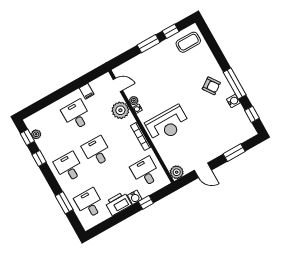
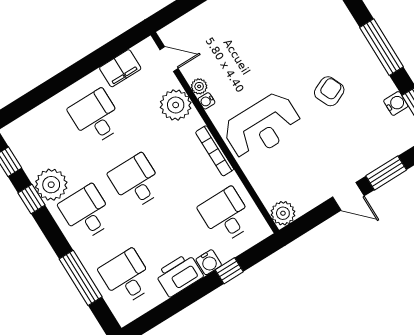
armchair: (211, 86) -> (329, 91), moved, turned -79
filing cabinet: (87, 91) -> (120, 68), width x2.00
water cooler: (233, 101) -> (396, 103), moved
plant: (36, 134) -> (51, 185), moved, width x1.87, depth x1.87
door: (203, 170) -> (348, 196), moved
window: (64, 203) -> (81, 278), width x1.44

